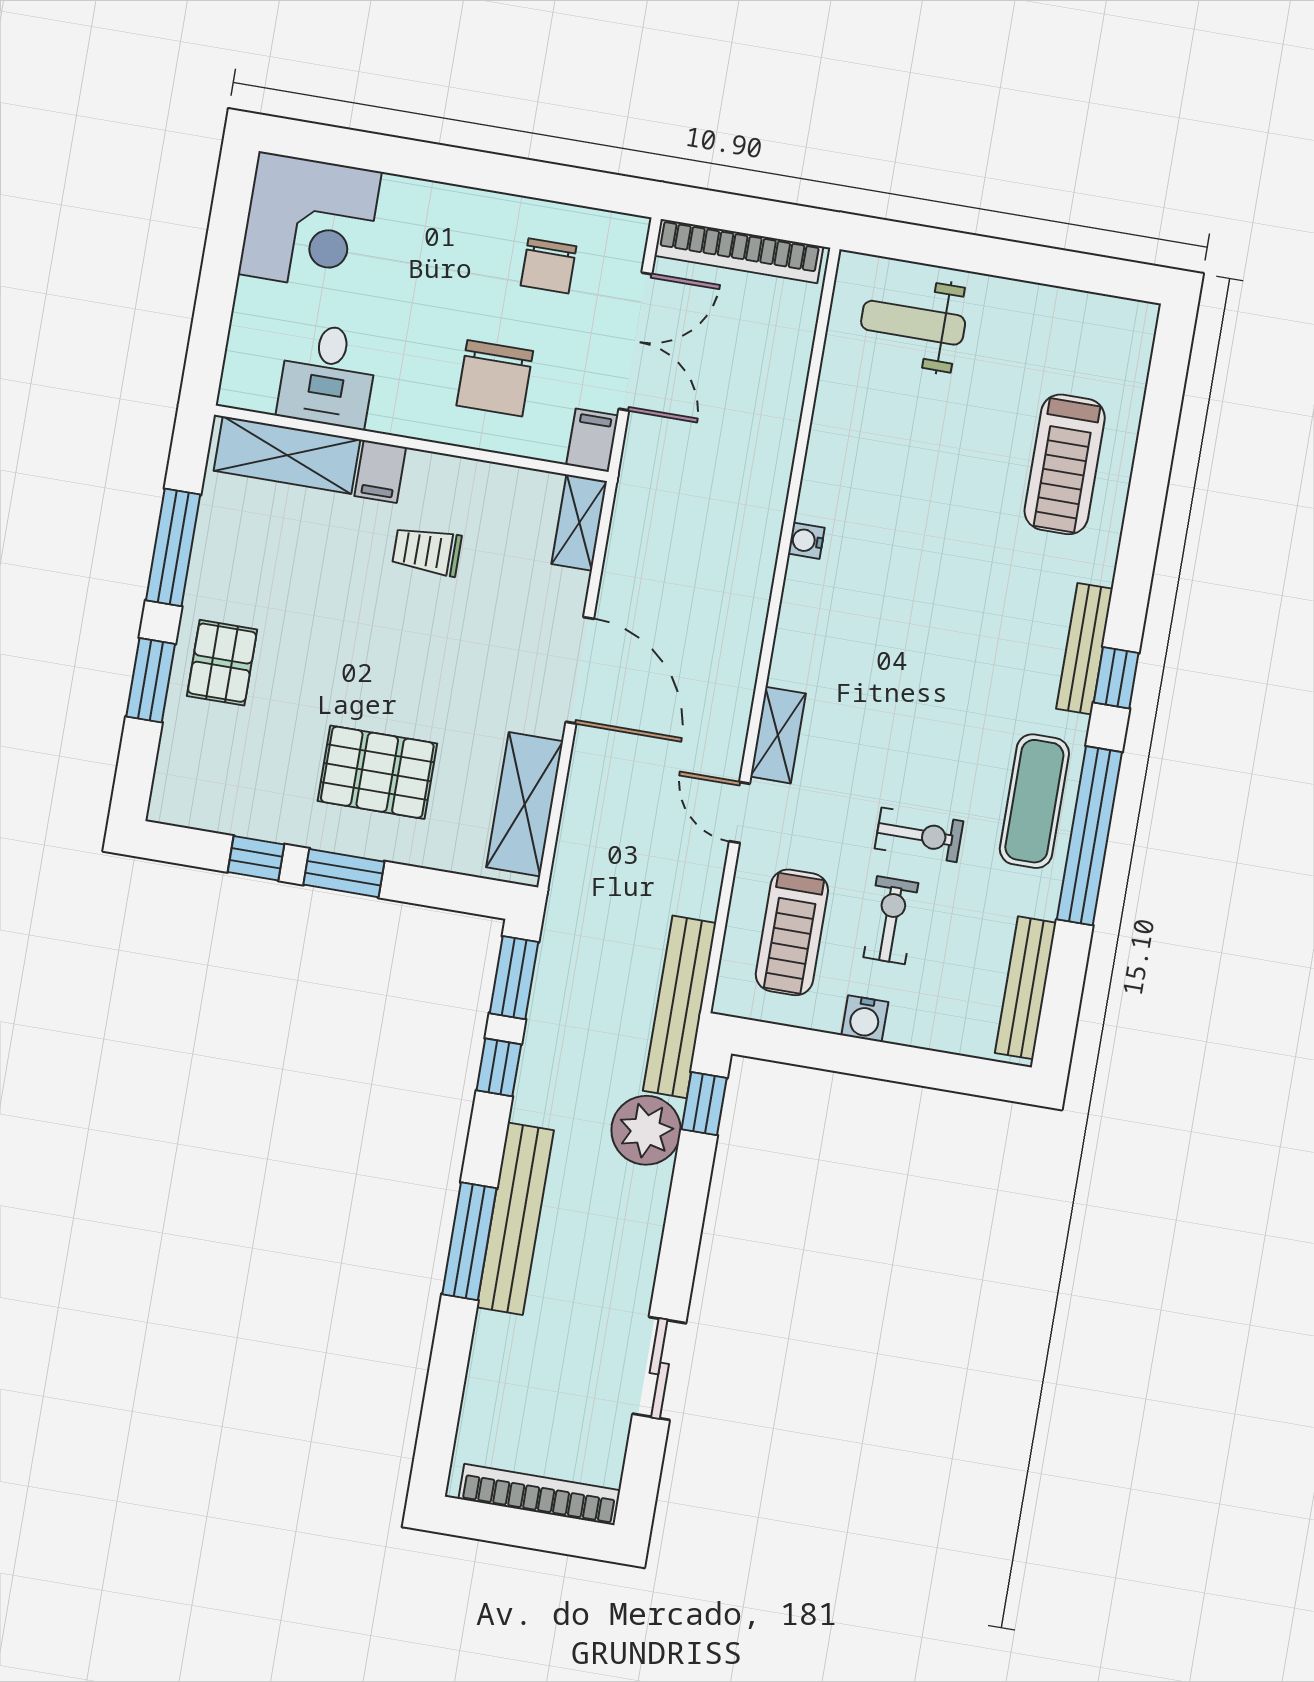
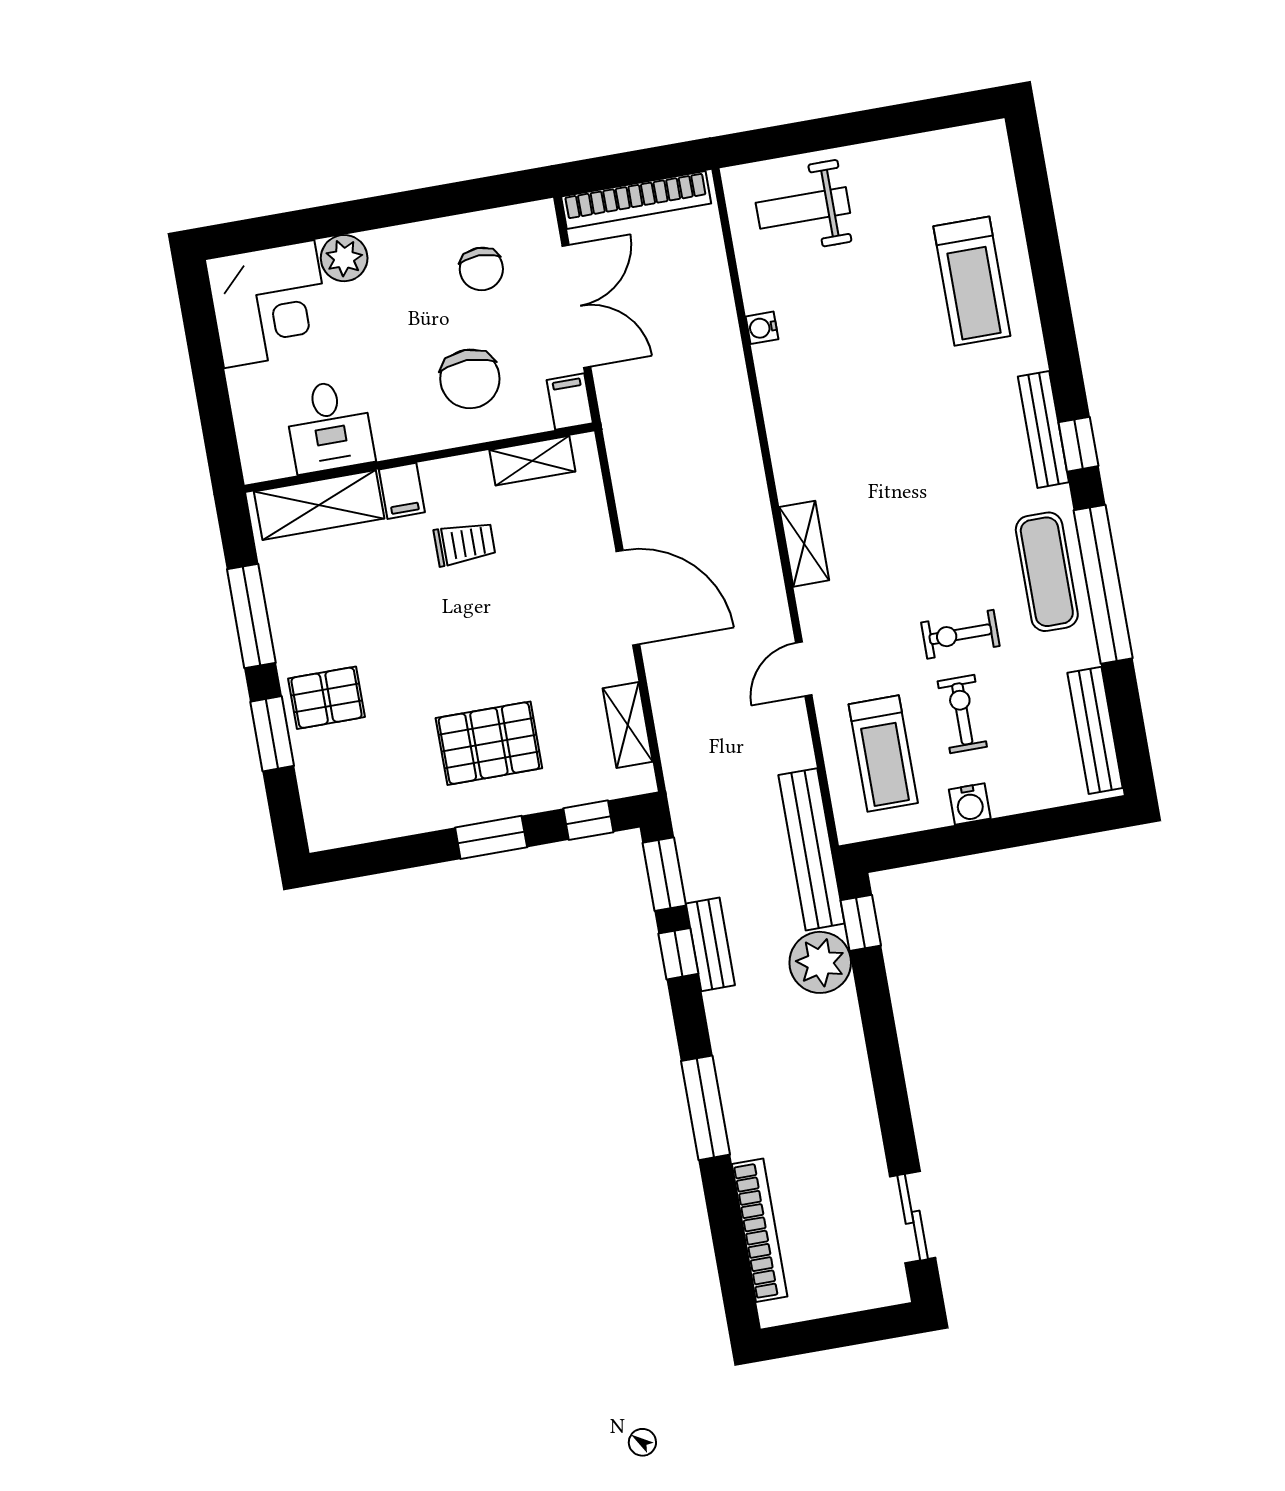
plant: (407, 203) -> (344, 258), added
shelving: (579, 523) -> (532, 461), moved, turned 90
water cooler: (806, 541) -> (762, 328), moved
trolley: (427, 551) -> (465, 544), turned 180
pallet: (222, 663) -> (327, 698), turned 90
shelving: (778, 735) -> (804, 544), moved
shelving: (525, 804) -> (628, 725), width x0.67, depth x0.75
door: (740, 812) -> (804, 669), hinge flipped
exercise bike: (919, 835) -> (960, 634), turned 180
window: (256, 858) -> (588, 820), moved
bench: (515, 1219) -> (710, 944), moved, width x0.54, depth x0.82
sliding door: (659, 1368) -> (913, 1217), moved
bookcase: (539, 1495) -> (760, 1230), moved, turned 90

